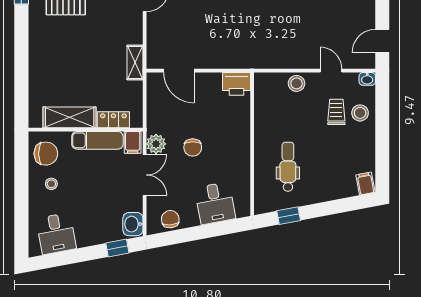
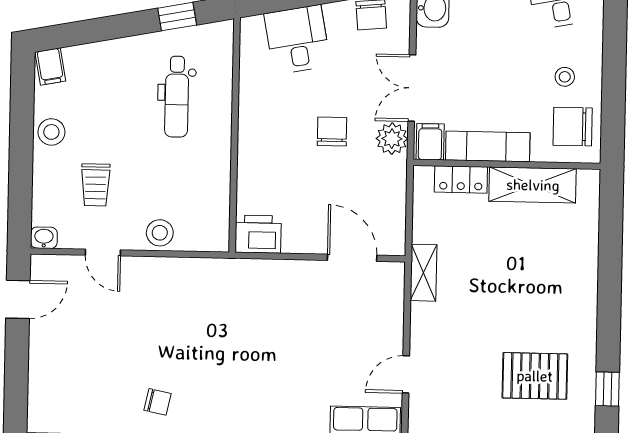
stool: (360, 113) -> (51, 132), moved

